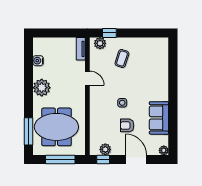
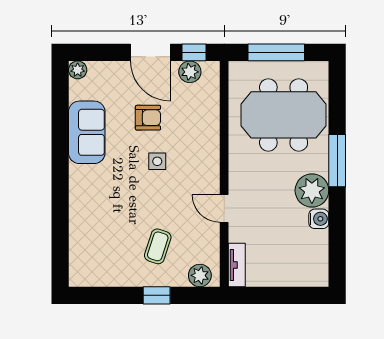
window: (109, 33) -> (157, 295), moved
water cooler: (38, 61) -> (319, 219), moved
window: (29, 131) -> (337, 161), moved
door: (136, 160) -> (150, 52), moved

